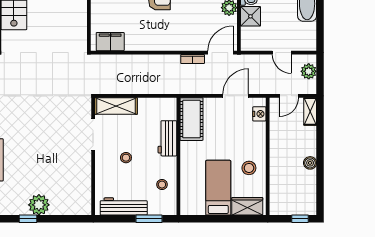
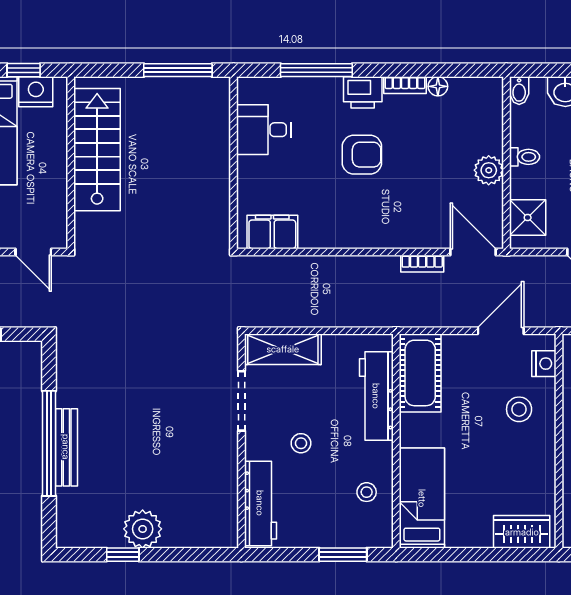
shower: (250, 16) -> (528, 218), moved
door: (220, 53) -> (473, 252), hinge flipped
workbench: (167, 138) -> (376, 396), width x1.37
stool: (249, 168) -> (519, 409), moved
bed: (218, 188) -> (422, 498), moved
workbench: (124, 206) -> (260, 503), moved, turned 90

